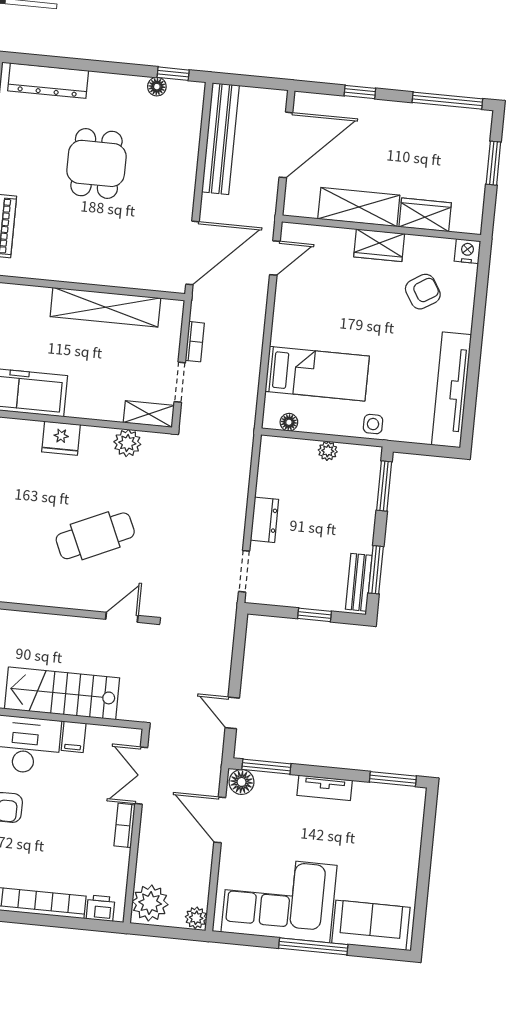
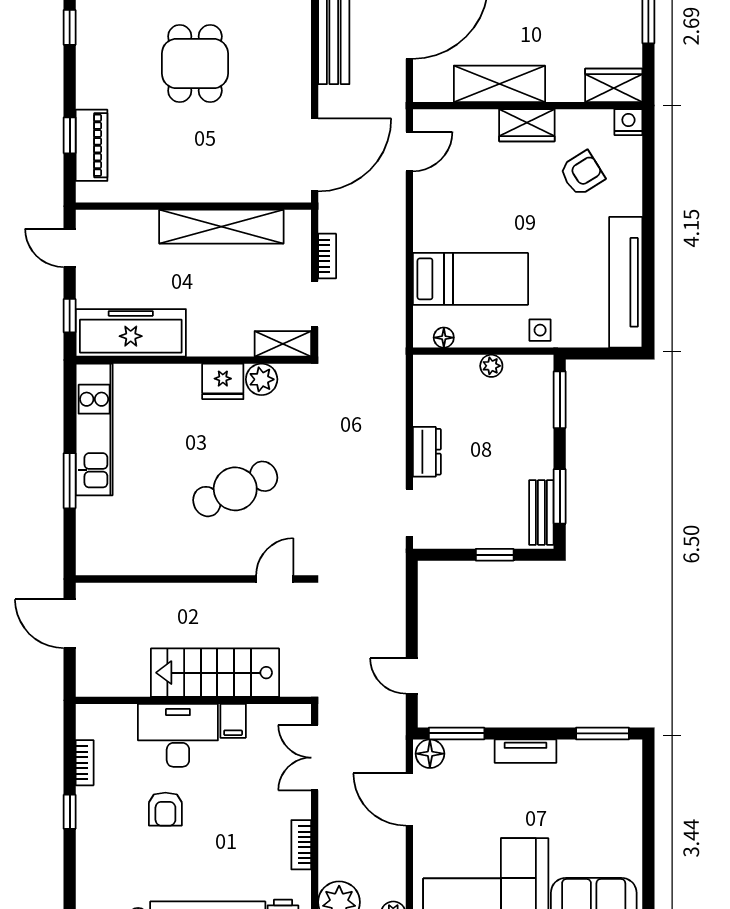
wardrobe: (425, 215) -> (614, 85), moved
fridge: (61, 438) -> (223, 381), moved
bookcase: (125, 825) -> (301, 845), moved

